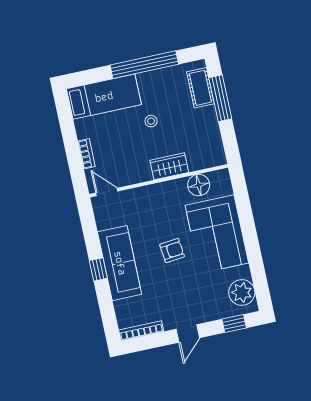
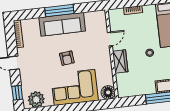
floor lamp: (199, 185) -> (108, 92), moved
door: (107, 192) -> (110, 39), moved
window: (98, 269) -> (59, 11), width x2.17

